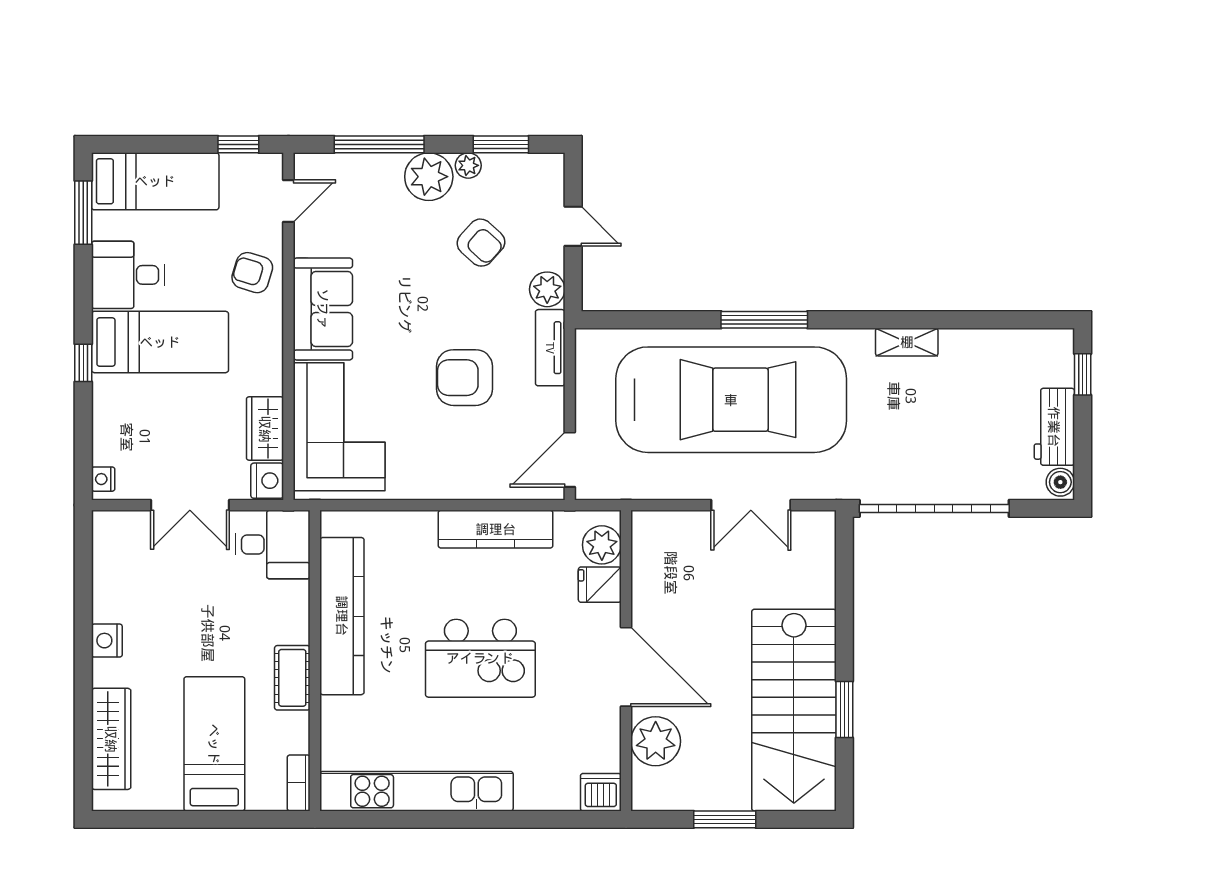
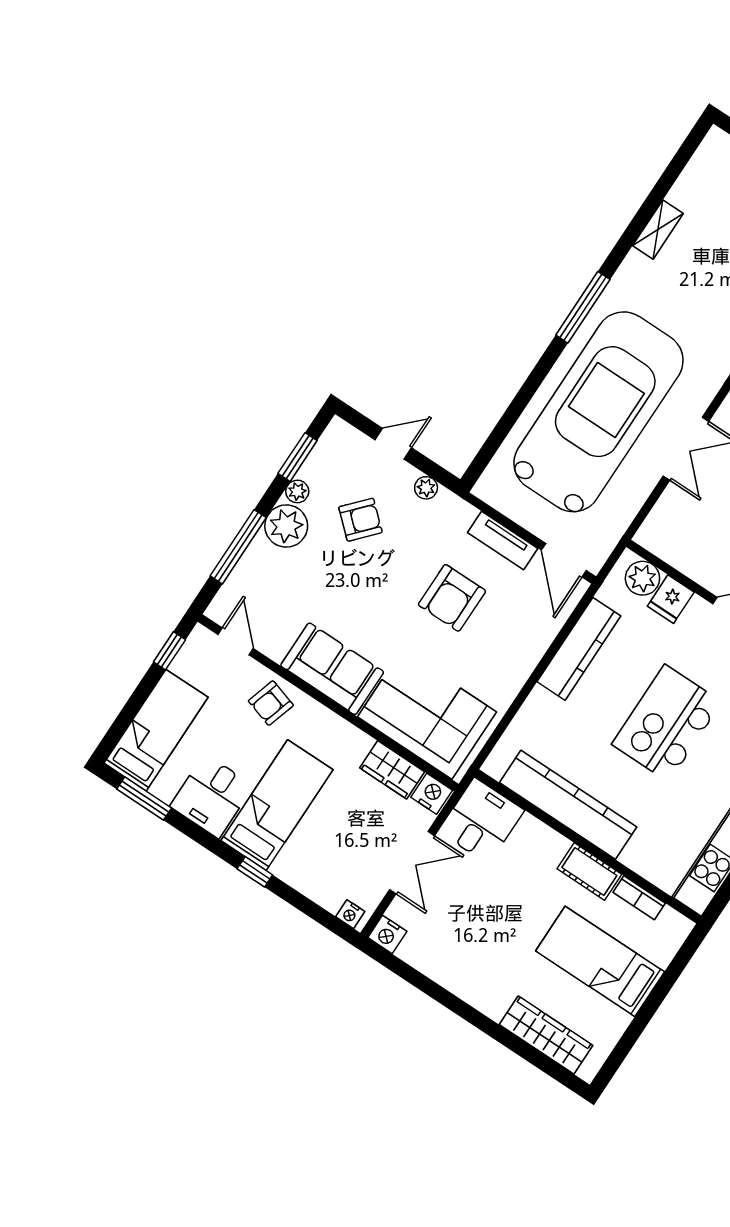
plant: (547, 289) -> (426, 488), width x0.73, depth x0.73
window: (764, 320) -> (583, 307), moved
shelving: (907, 342) -> (658, 230), moved
tv unit: (550, 348) -> (503, 540), moved
nightstand: (107, 641) -> (387, 935), moved
kitchen island: (480, 658) -> (667, 723), turned 180
bookcase: (299, 783) -> (639, 898), moved

